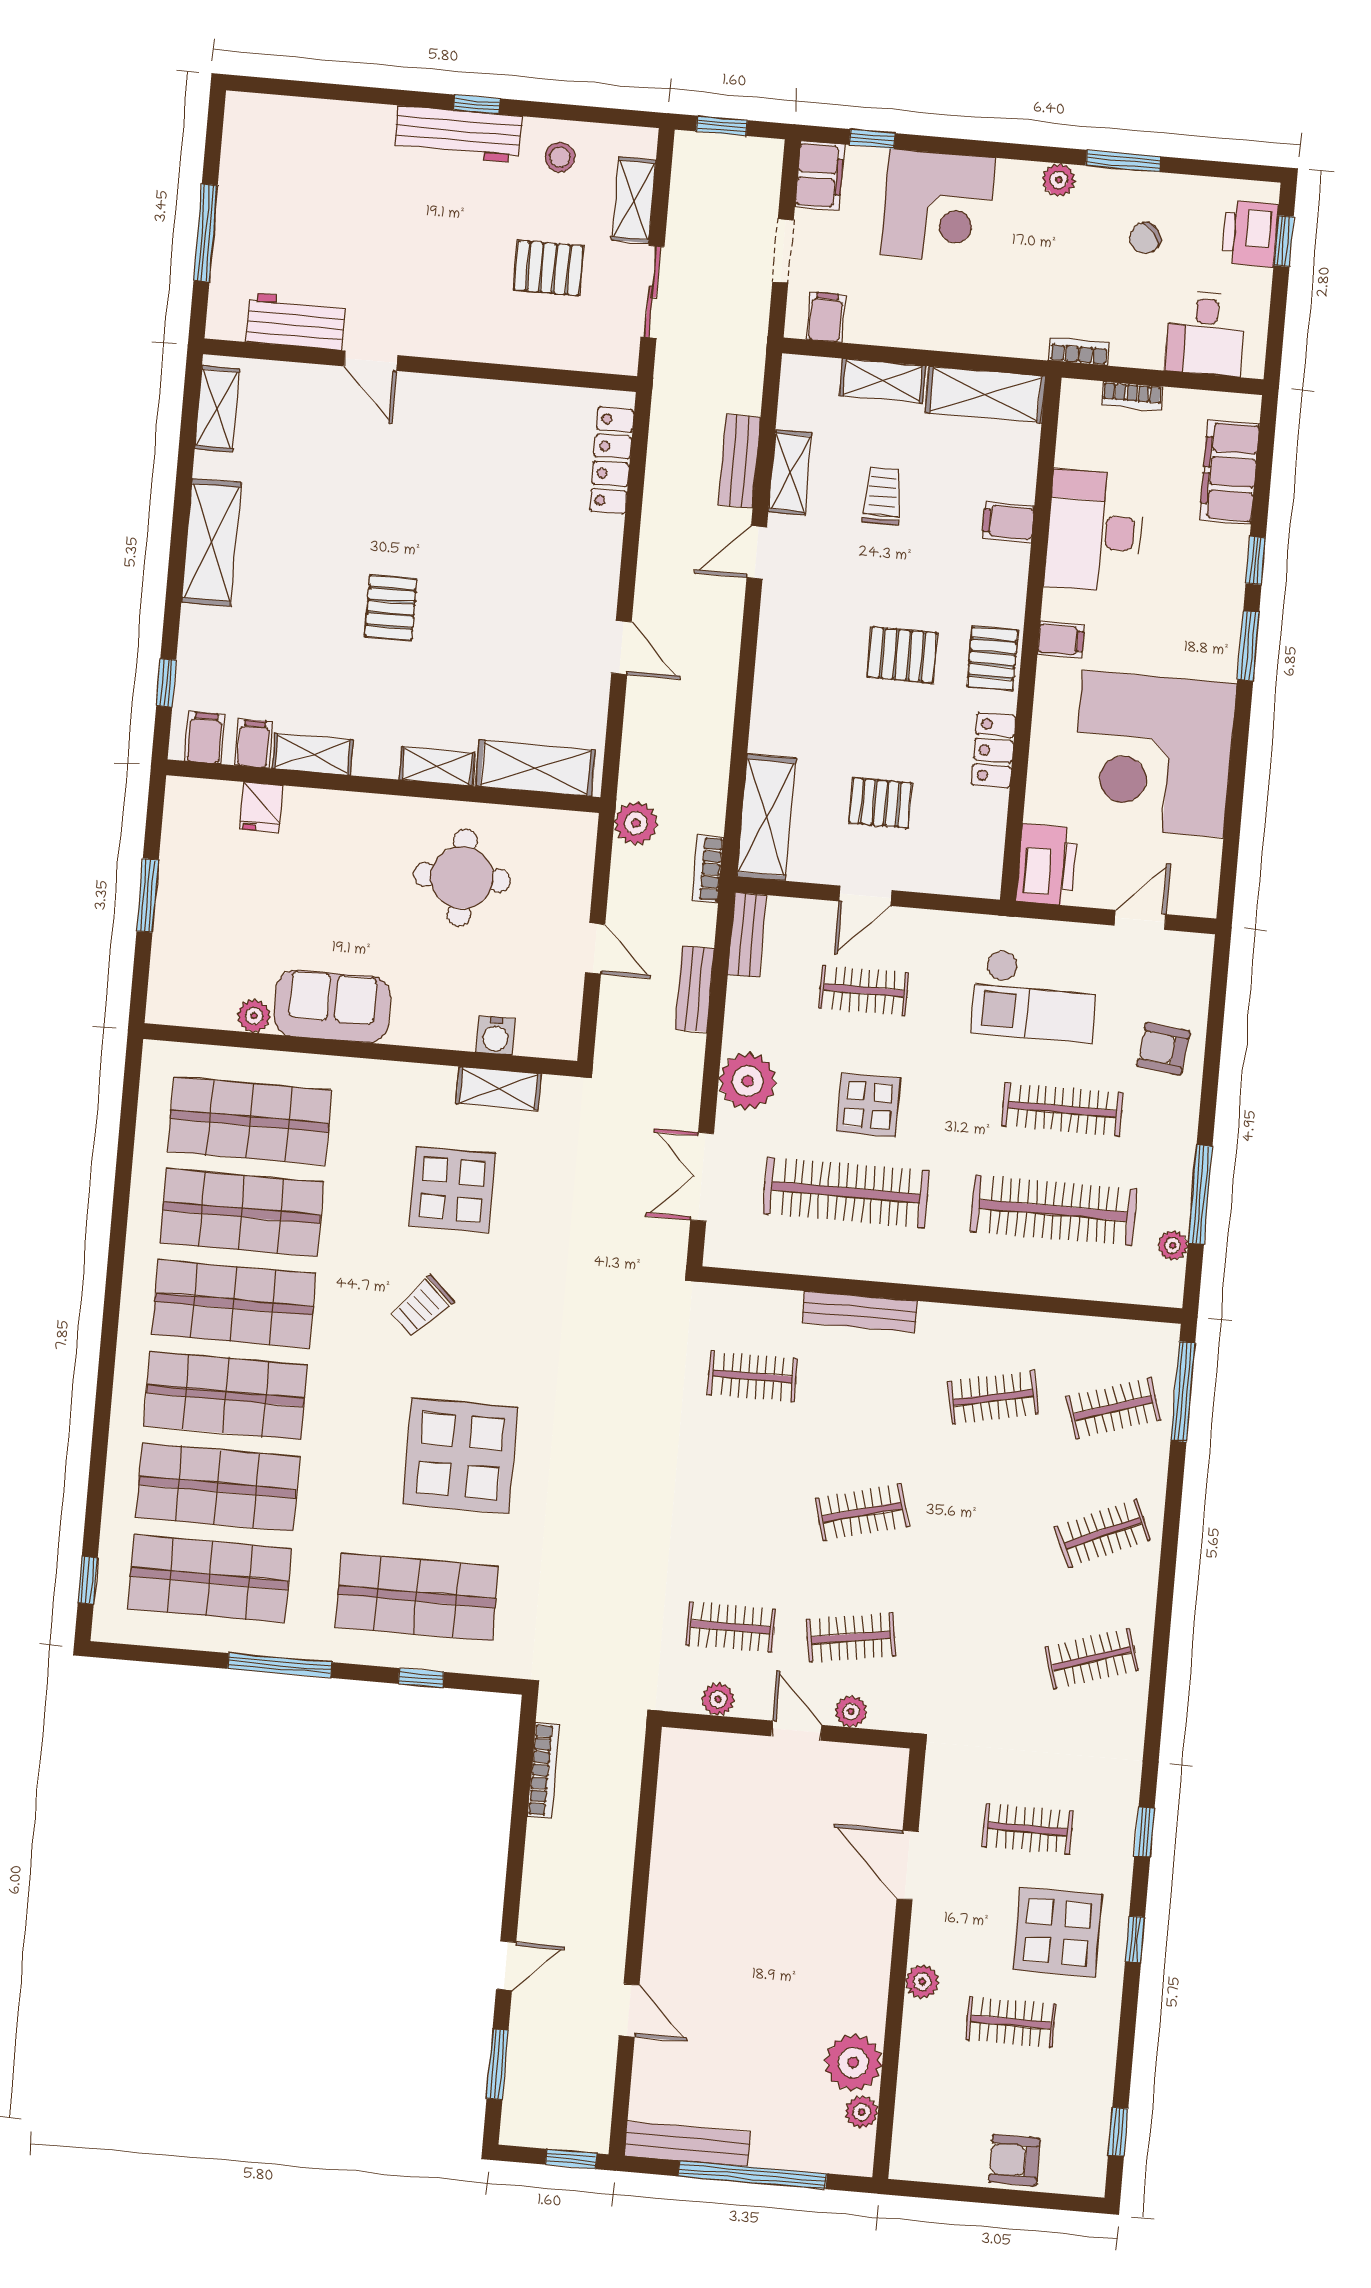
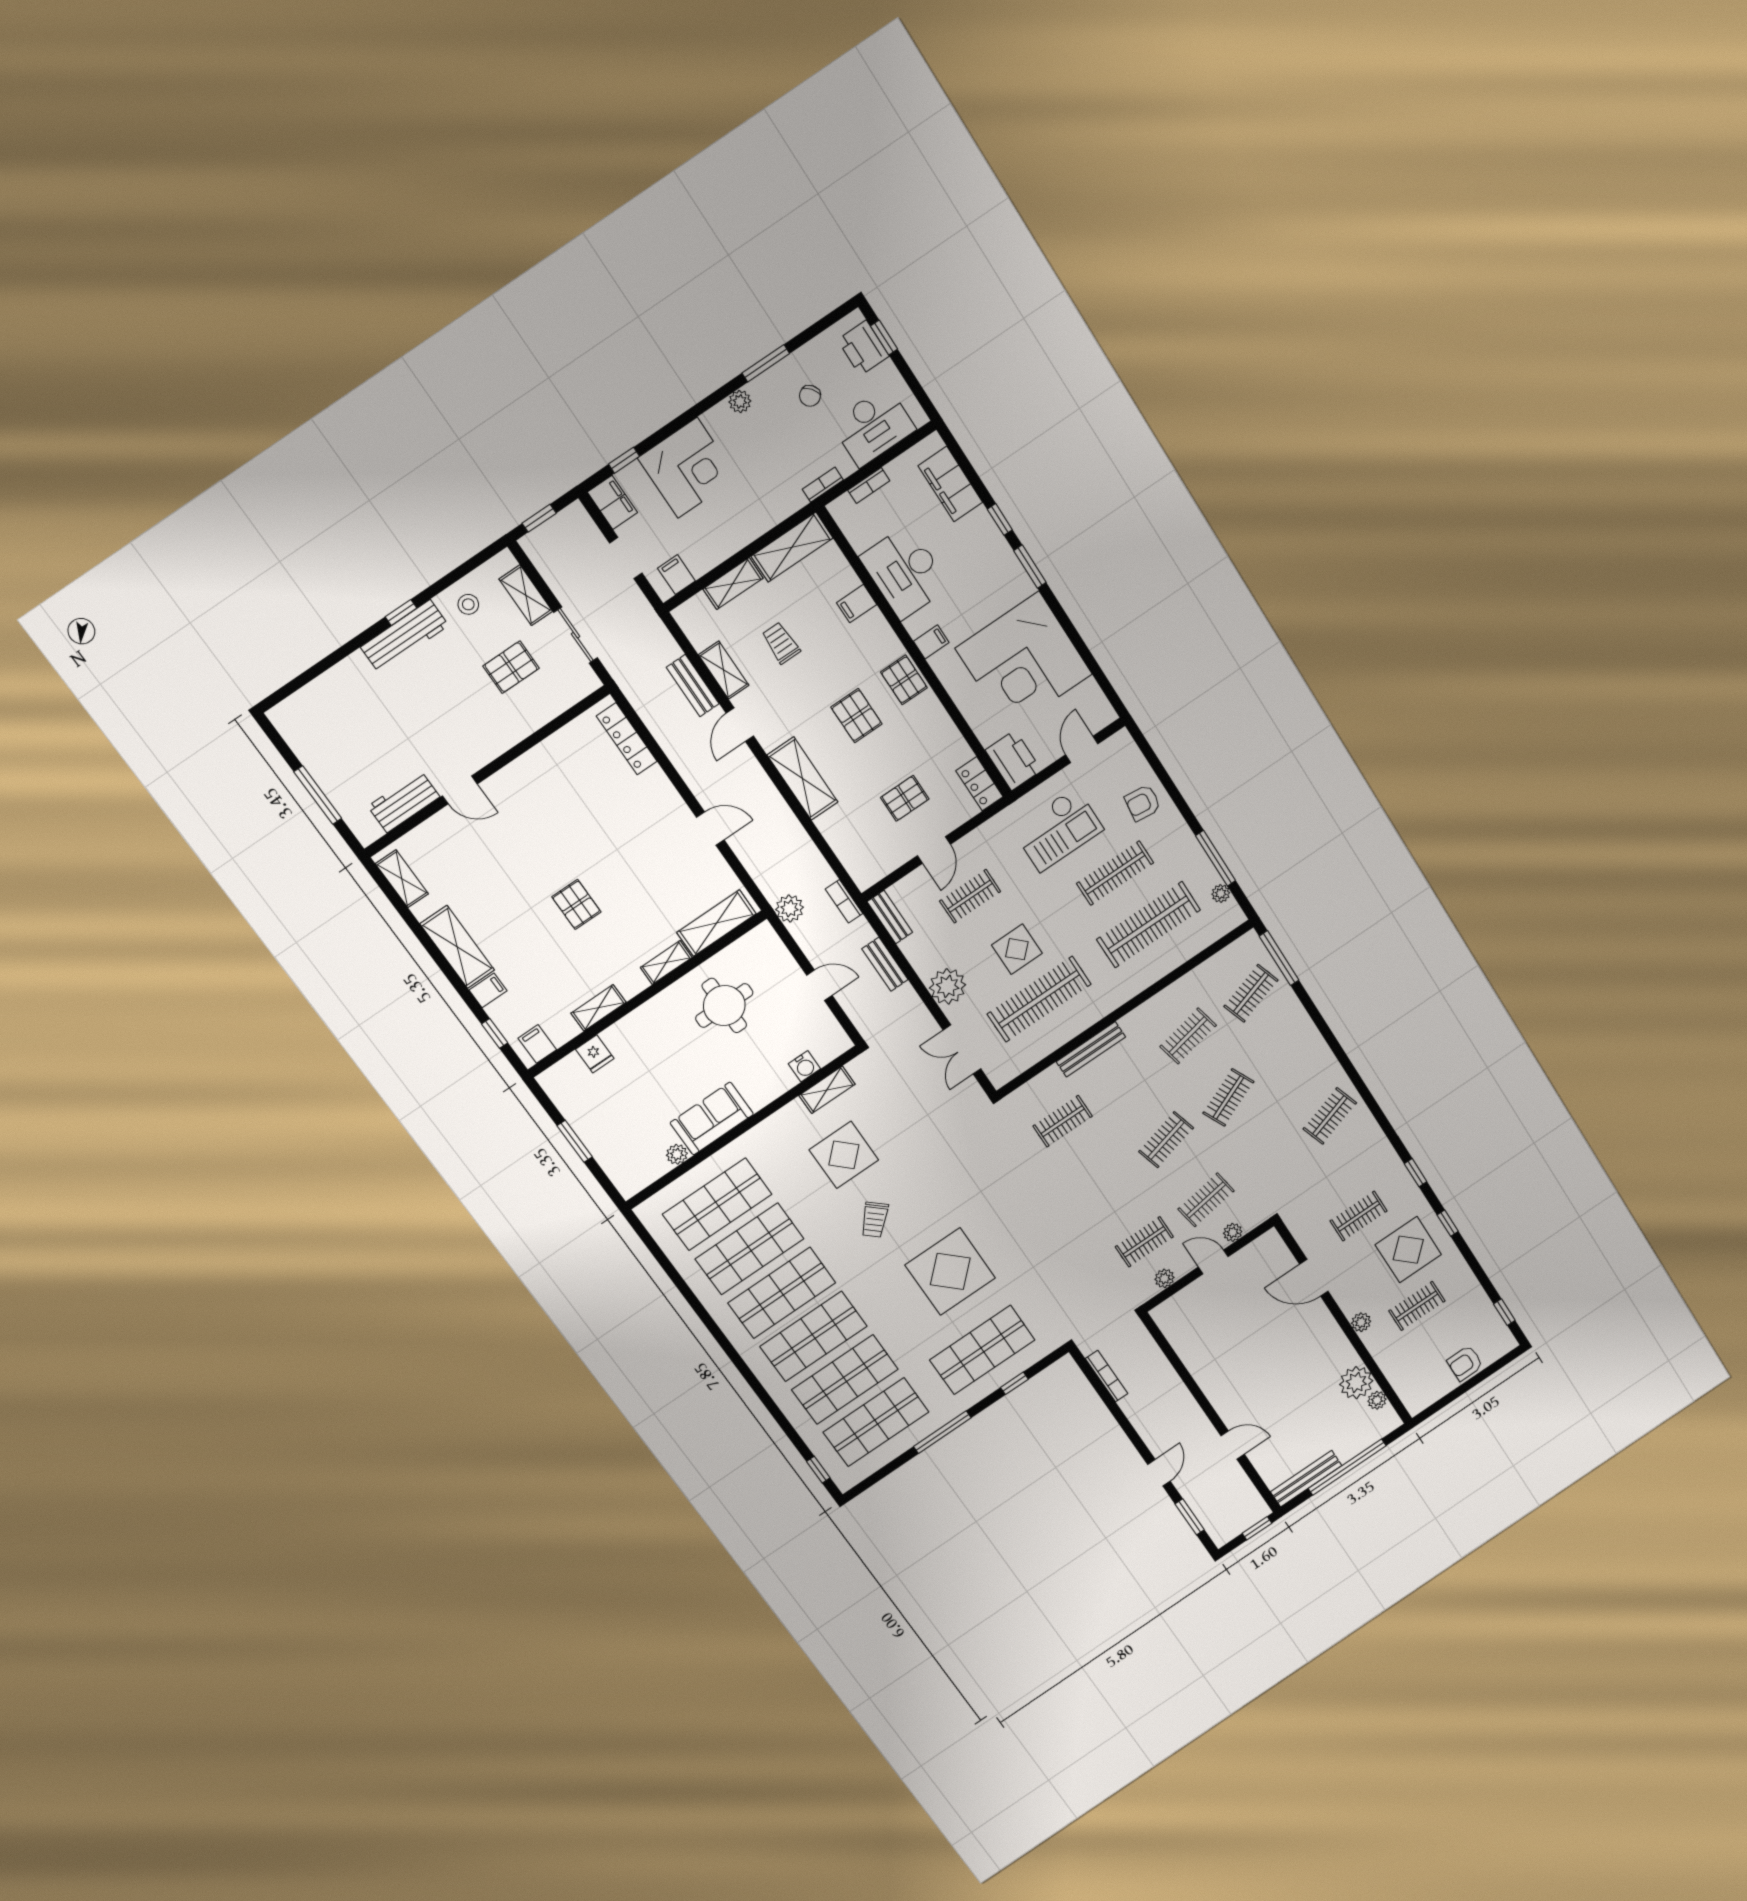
desk: (1205, 333) -> (873, 426), width x1.37
pallet: (902, 655) -> (856, 716), turned 90
filing cabinet: (254, 744) -> (488, 990), moved, turned 90
locker: (993, 750) -> (980, 784), moved
shelving: (766, 818) -> (803, 779), moved
clothes rail: (1103, 1533) -> (1228, 1097), moved

